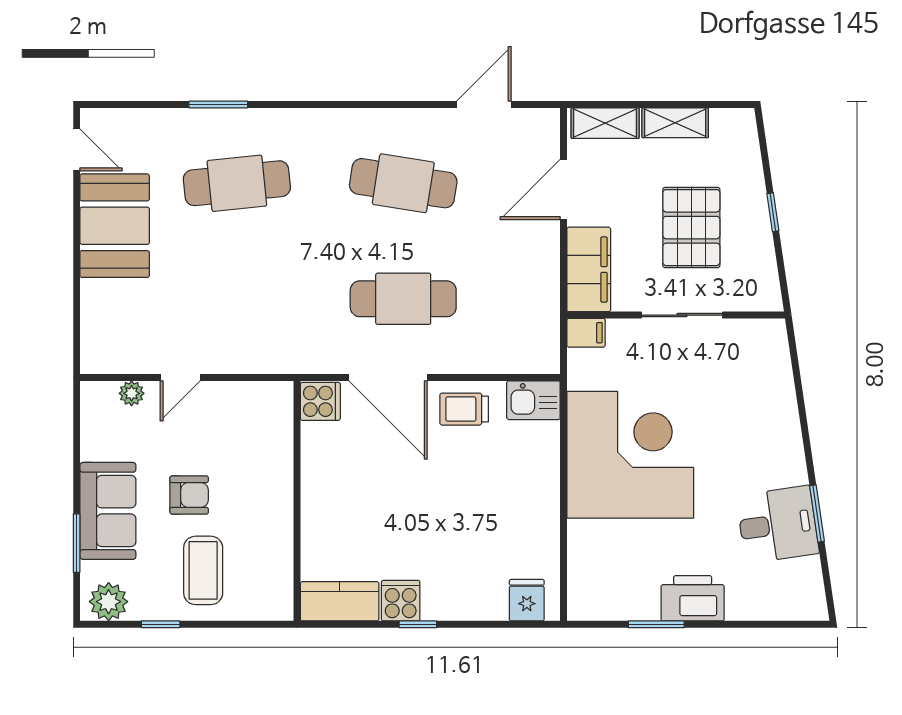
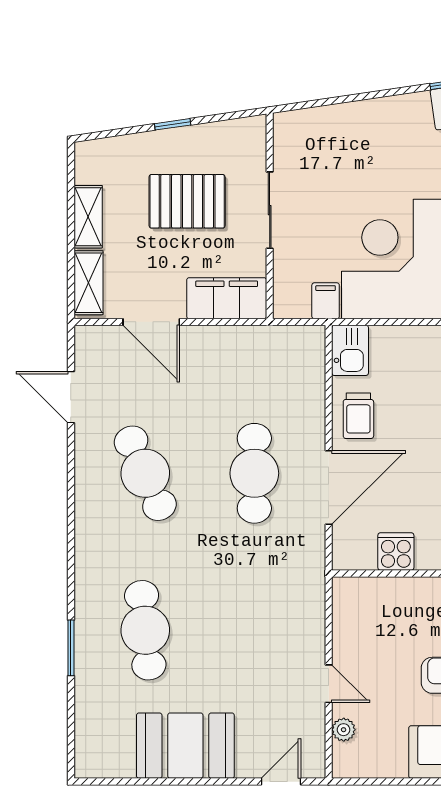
door: (77, 150) -> (281, 782), moved
cafe table: (403, 183) -> (145, 473), turned -33
filing cabinet: (586, 333) -> (326, 301), moved
cooker: (320, 401) -> (396, 552), moved

